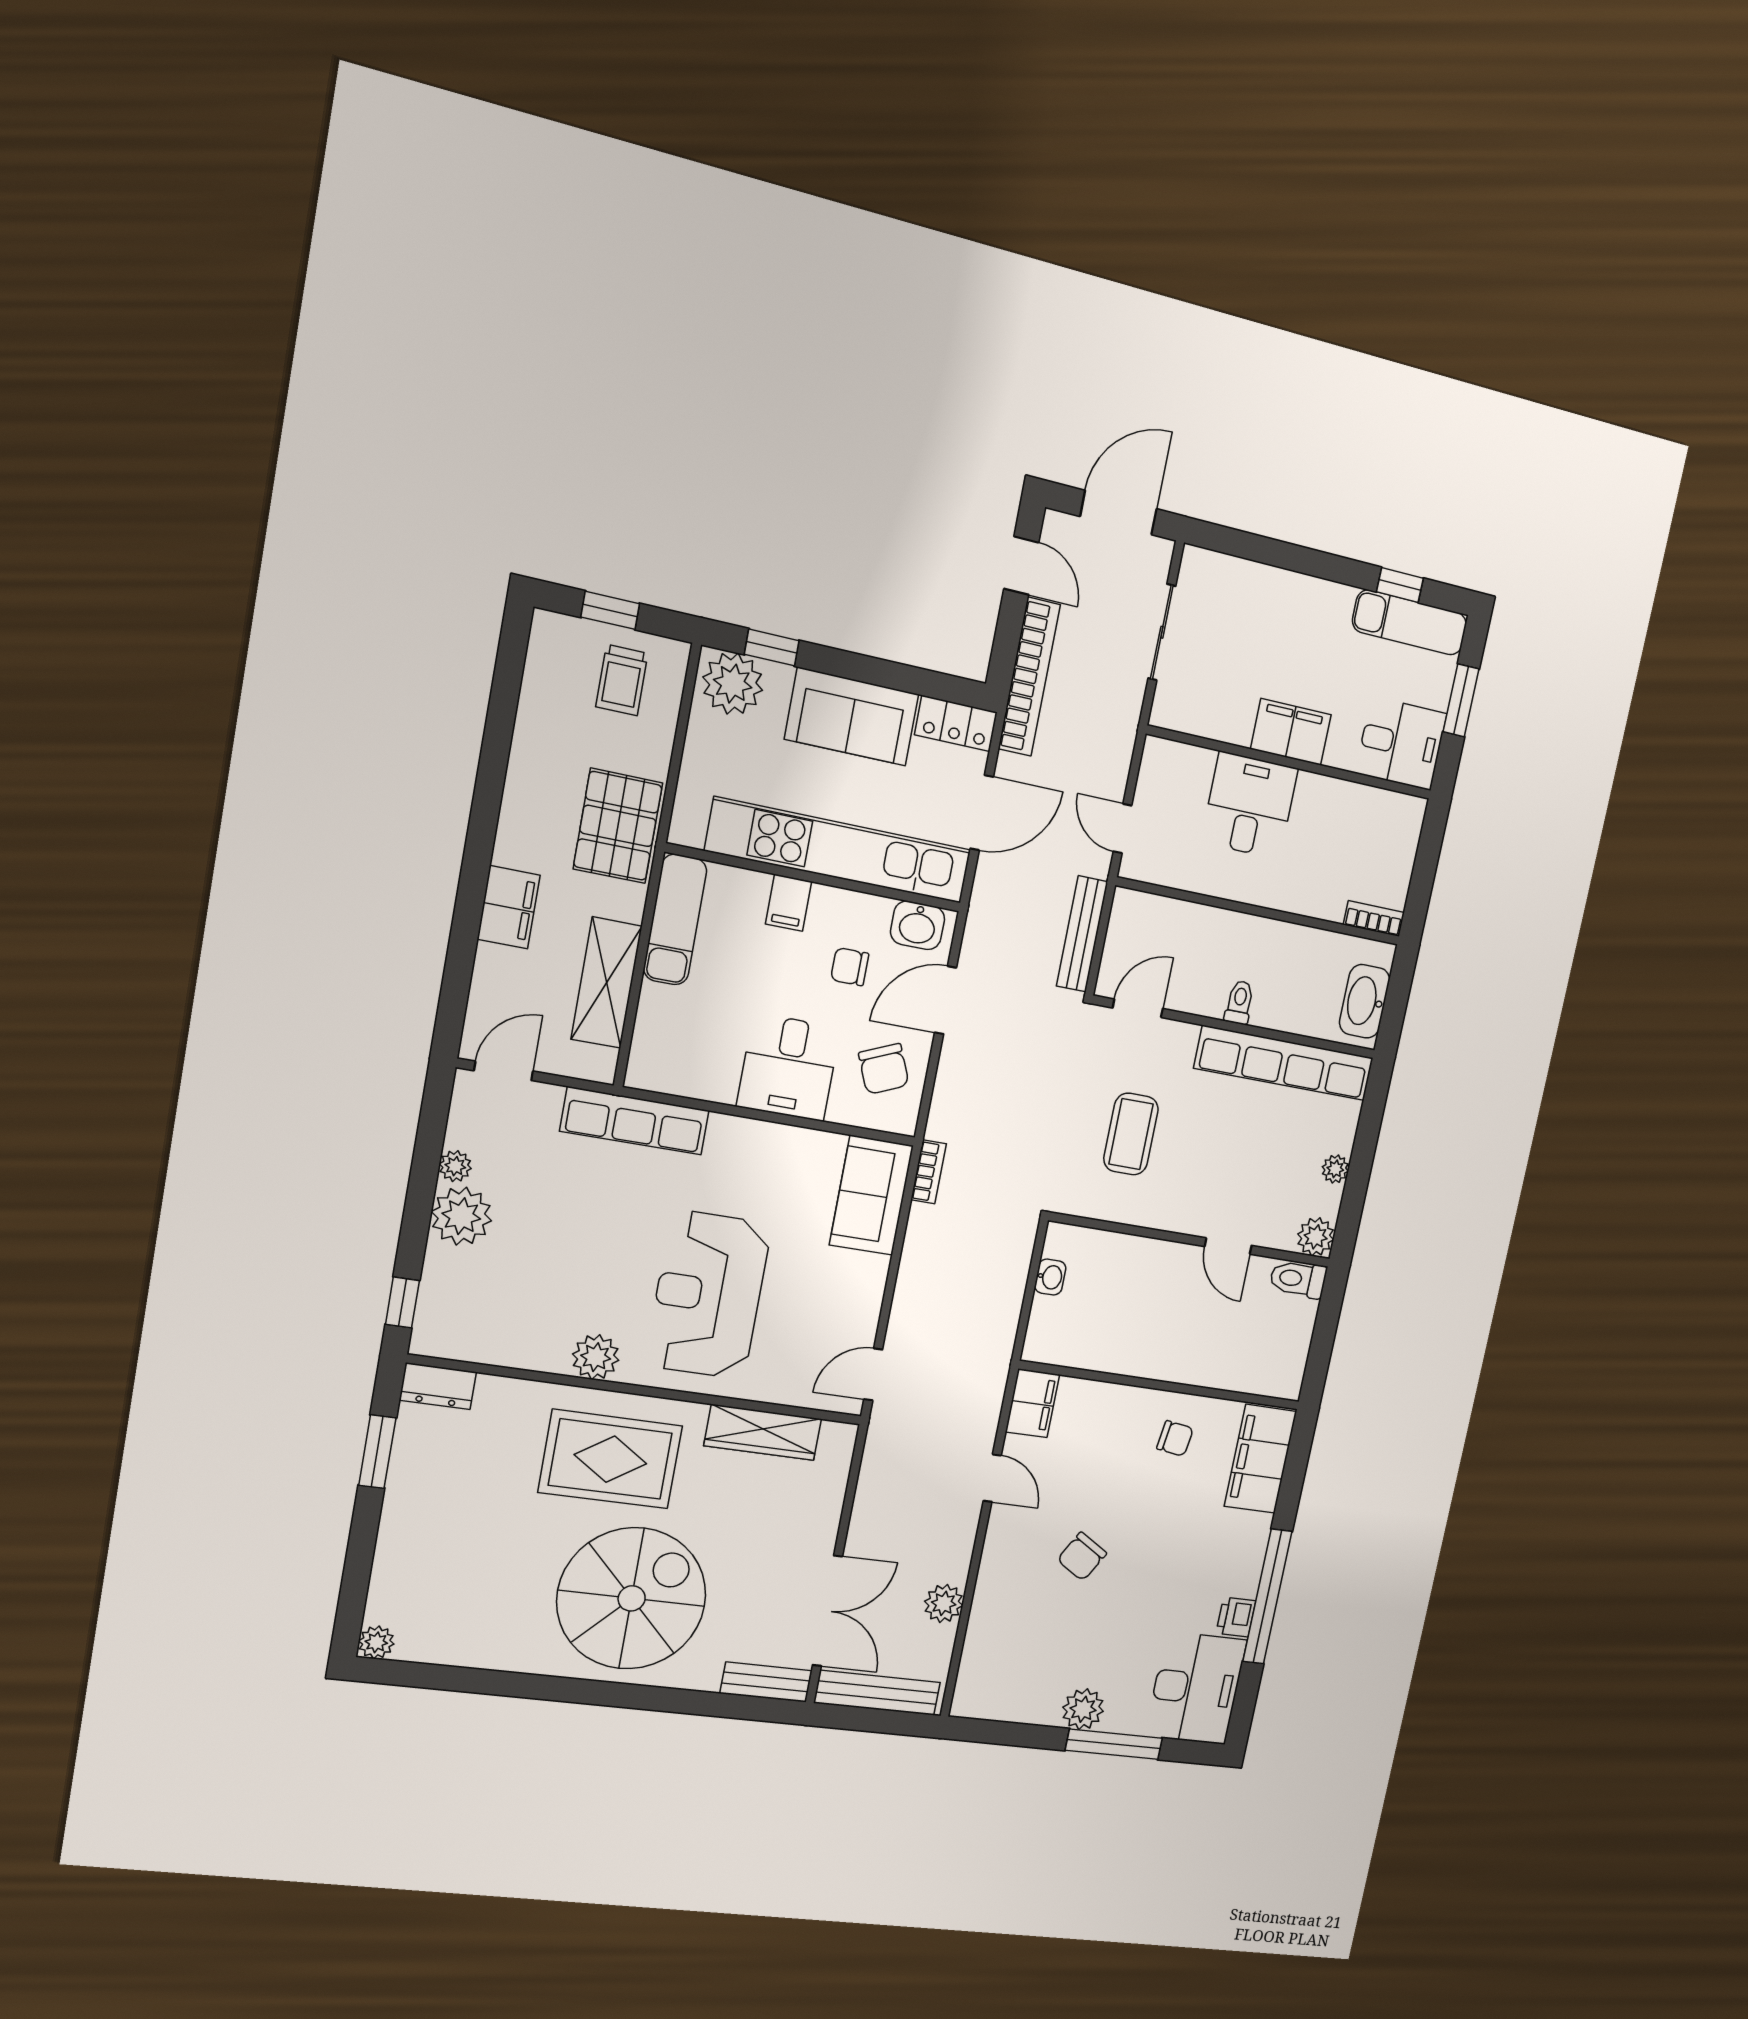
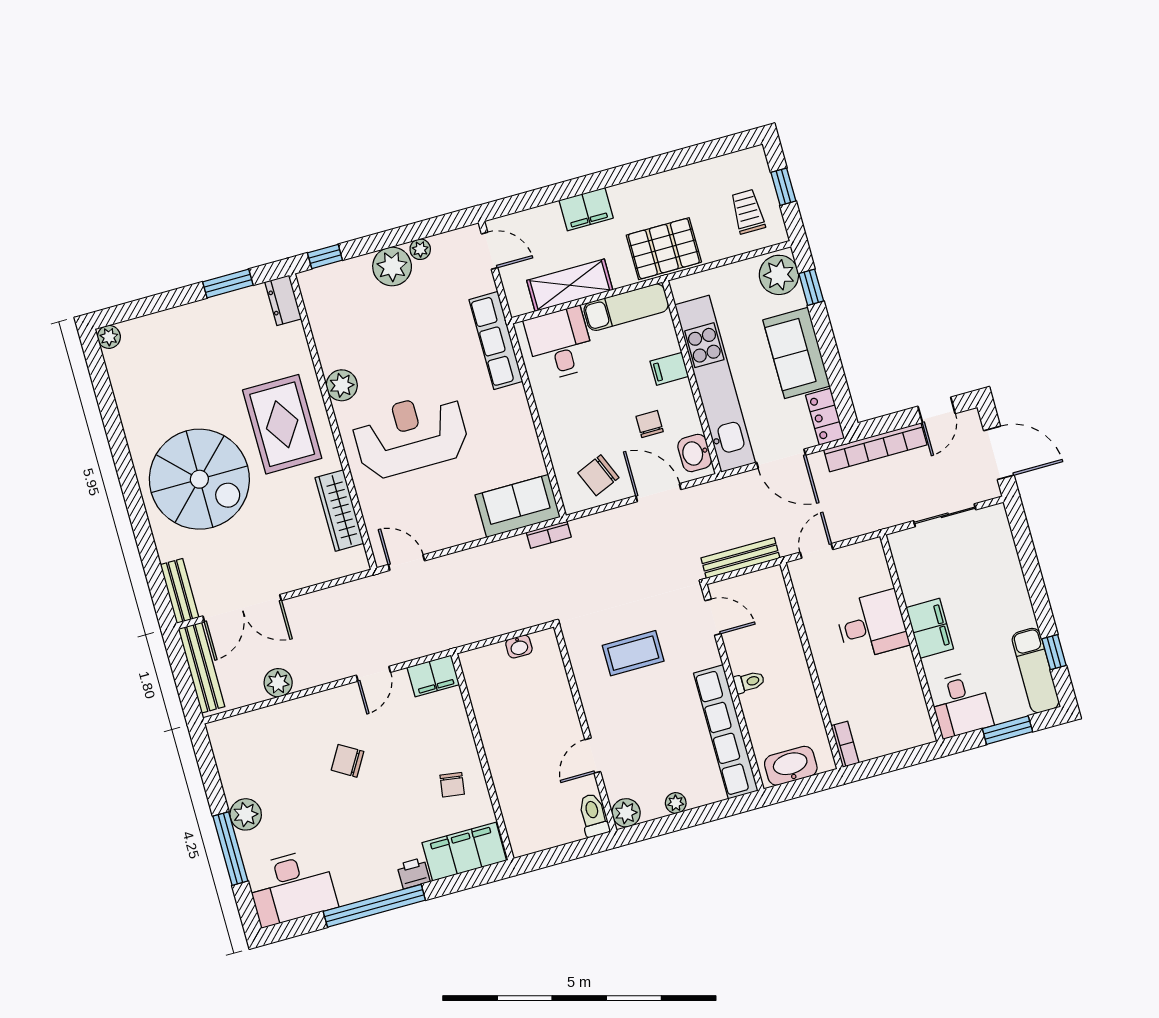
trolley: (622, 680) -> (748, 212), turned 90
desk: (789, 1067) -> (560, 344), moved, turned 90
printer: (1236, 1617) -> (414, 873), moved

